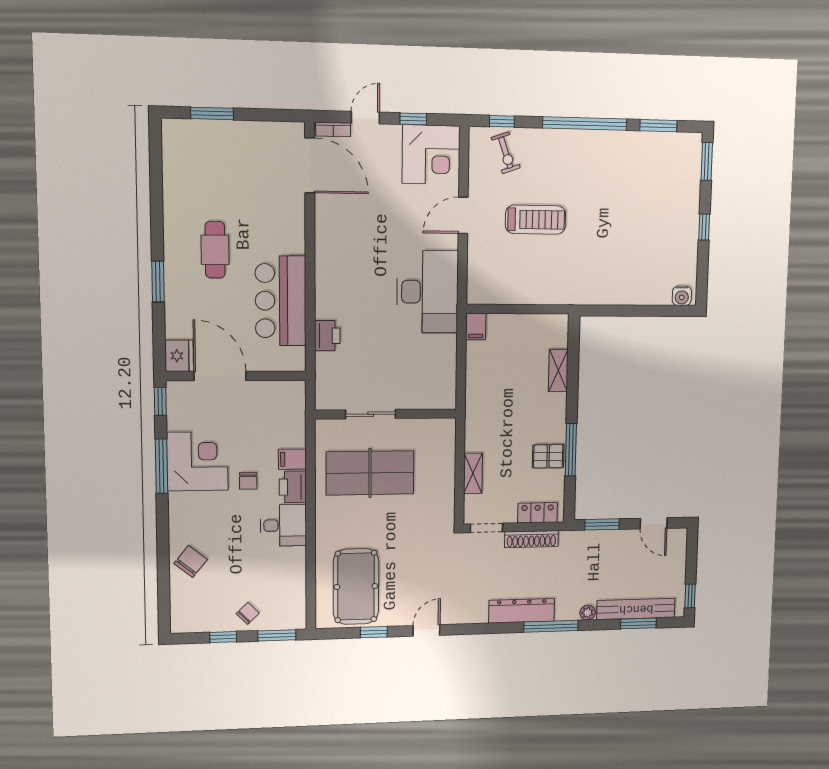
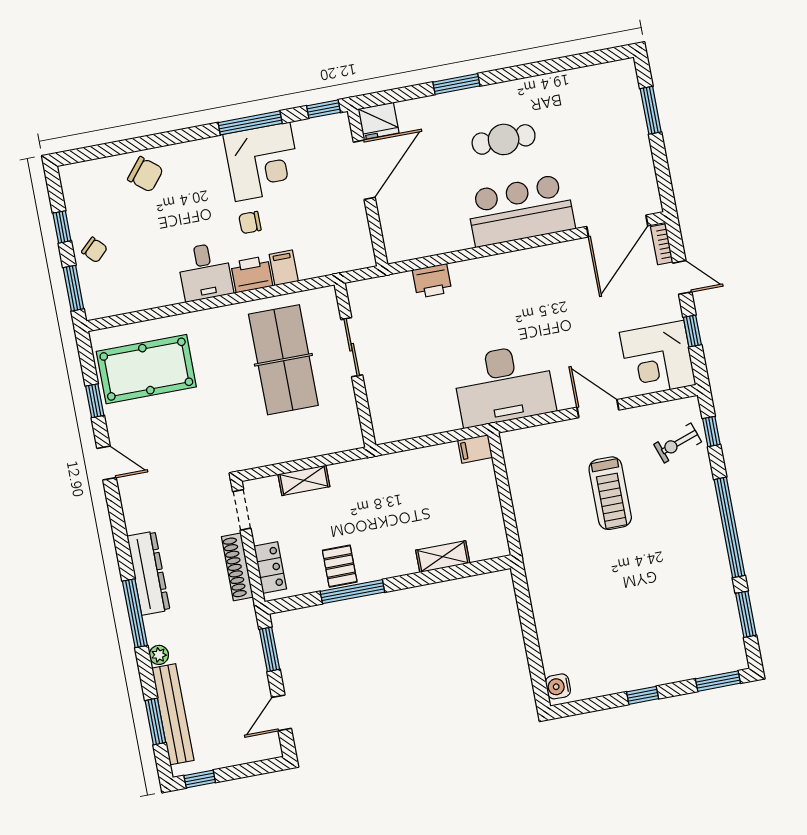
bar counter: (281, 301) -> (520, 210), moved

